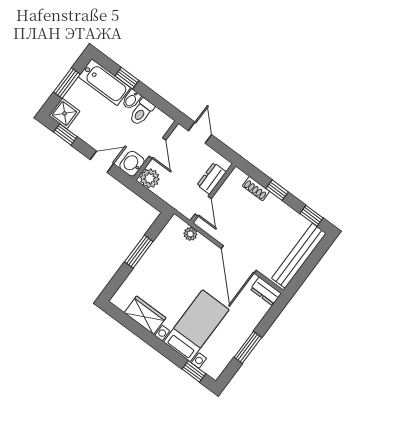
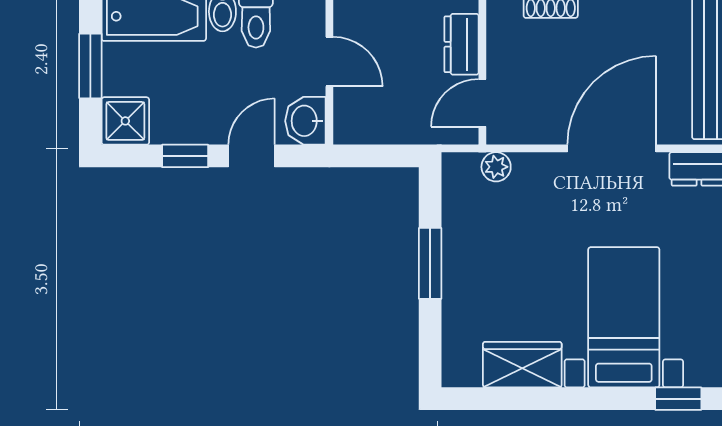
window: (65, 134) -> (185, 156), moved
plant: (150, 178) -> (355, 124), removed
door: (203, 206) -> (482, 103), swing flipped
door: (239, 259) -> (612, 148), swing flipped

